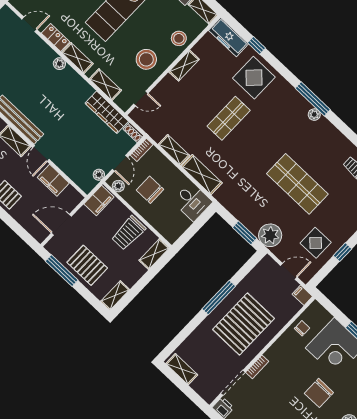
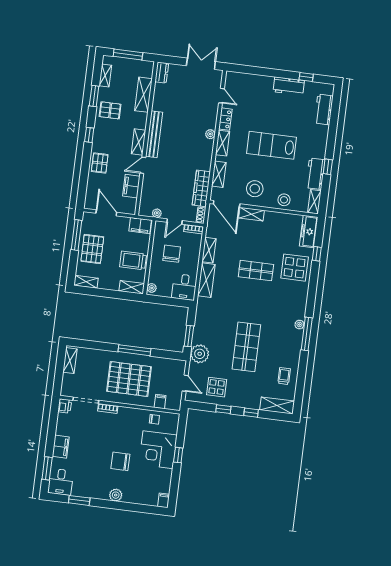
shelving: (184, 66) -> (251, 214), moved
door: (141, 99) -> (227, 204), width x1.87
window: (313, 99) -> (307, 334), moved
plant: (118, 186) -> (152, 288), moved
filing cabinet: (302, 295) -> (160, 402), moved

